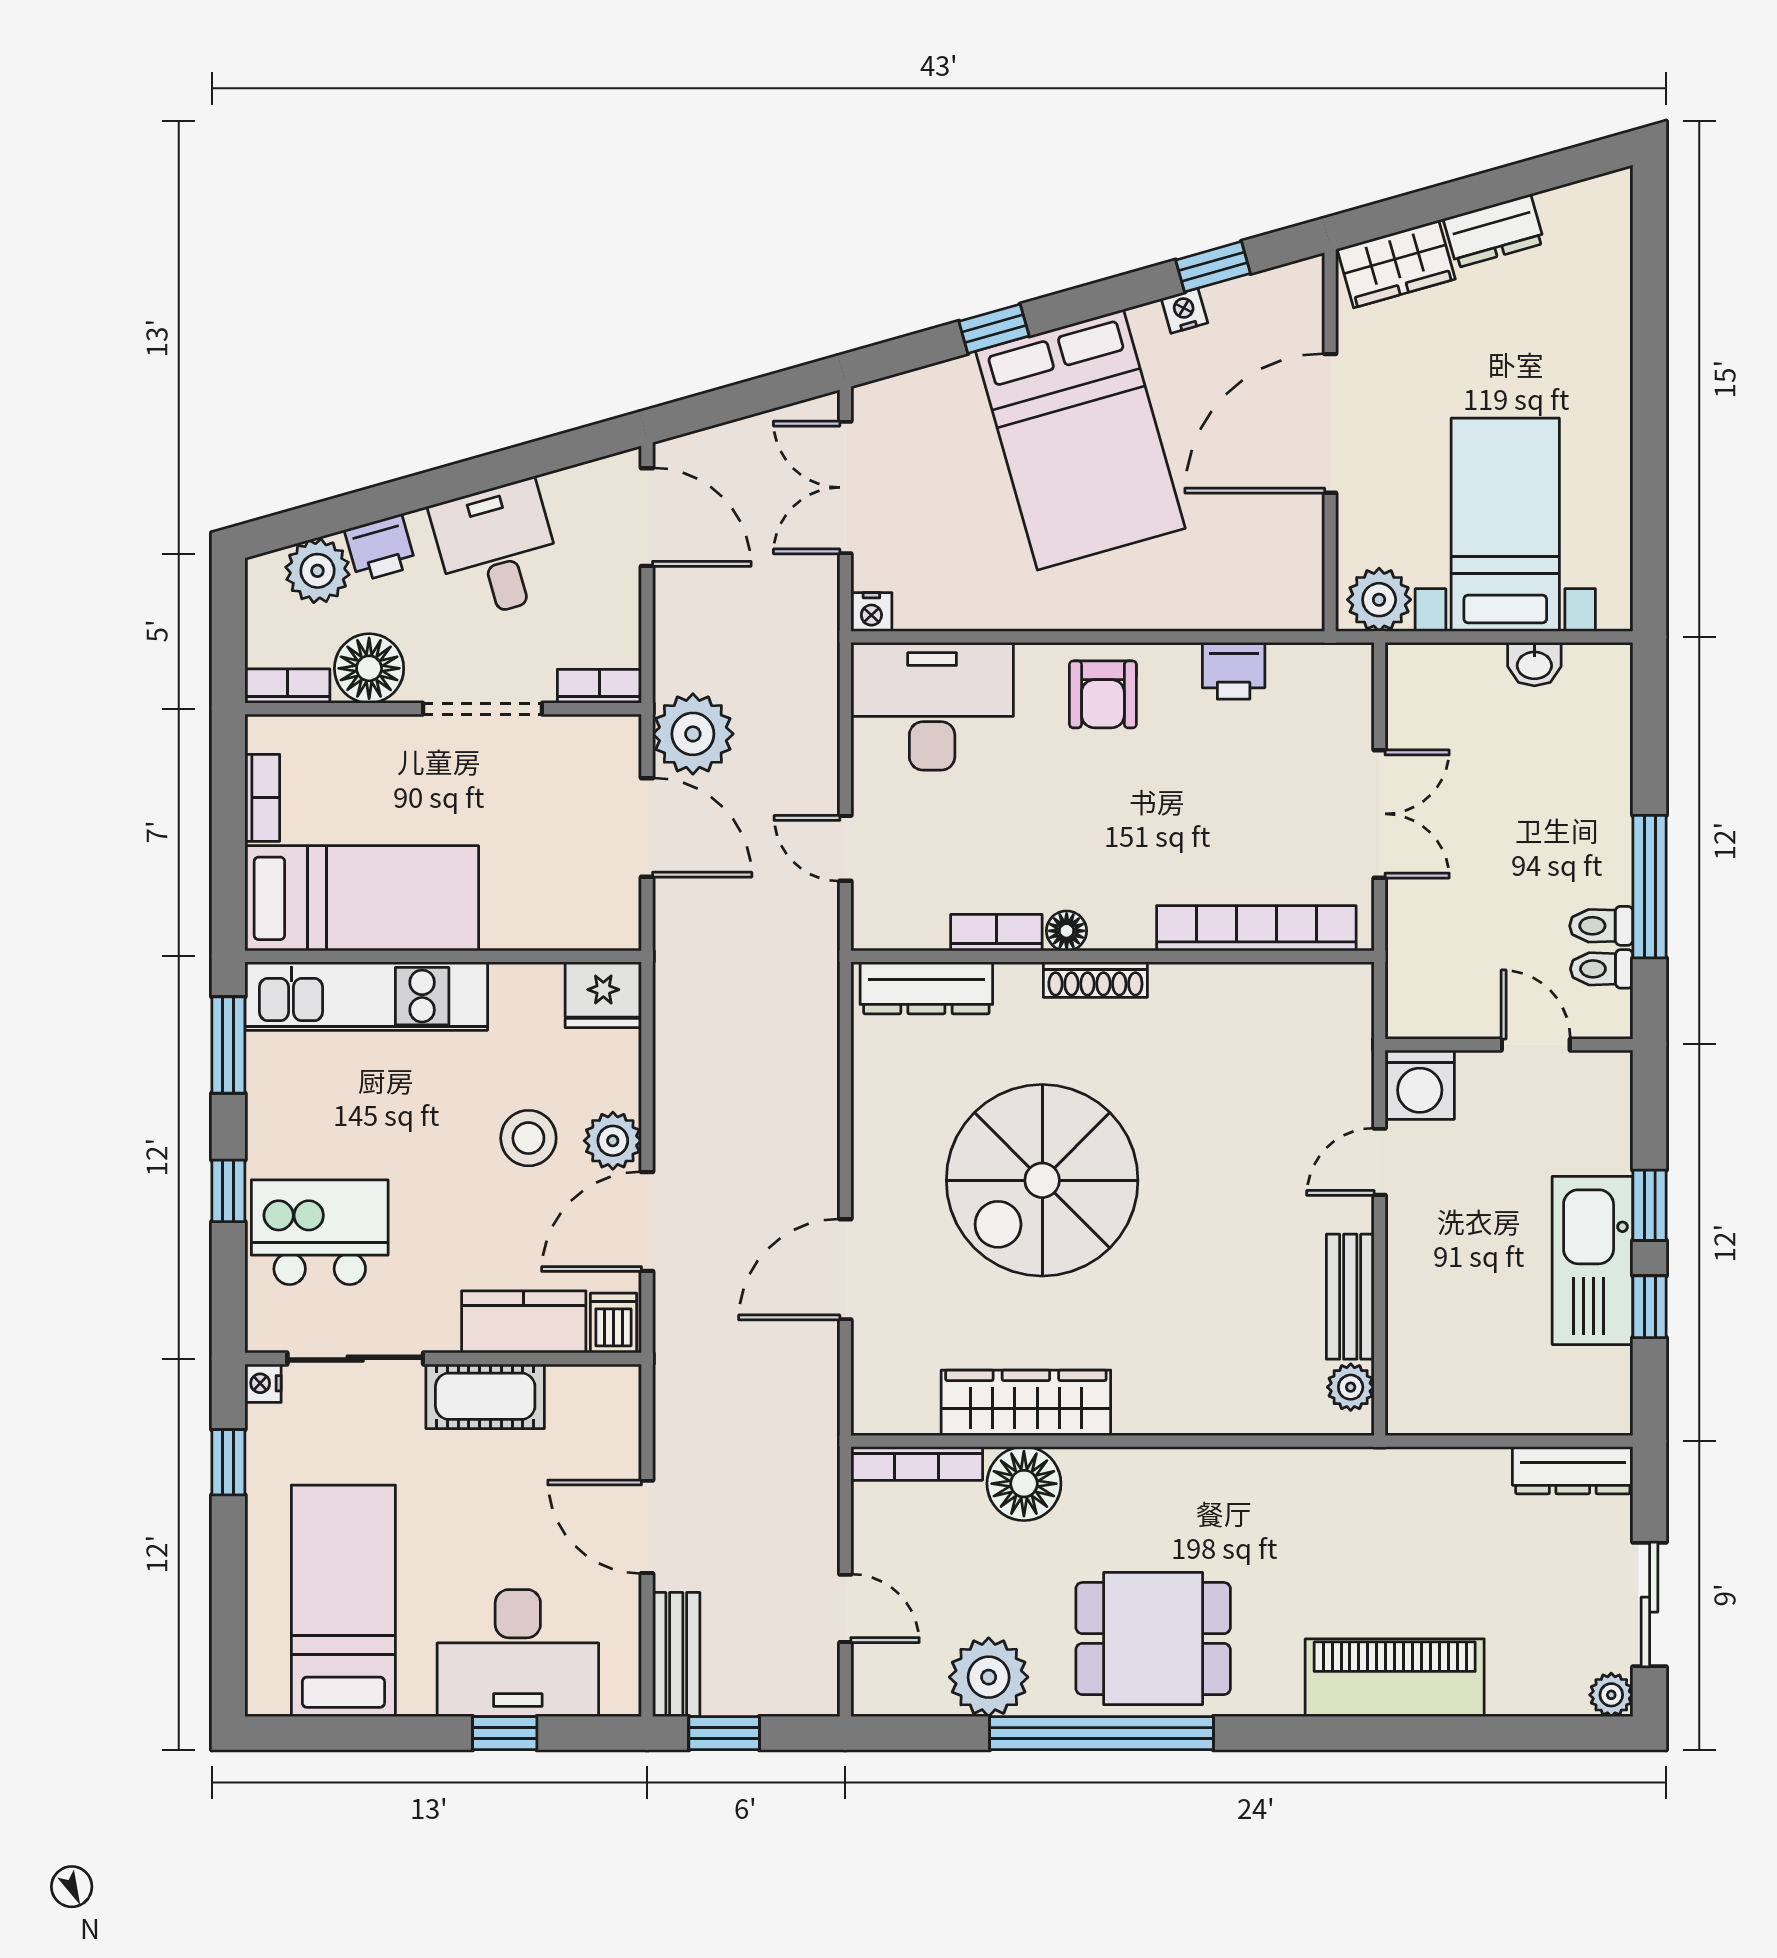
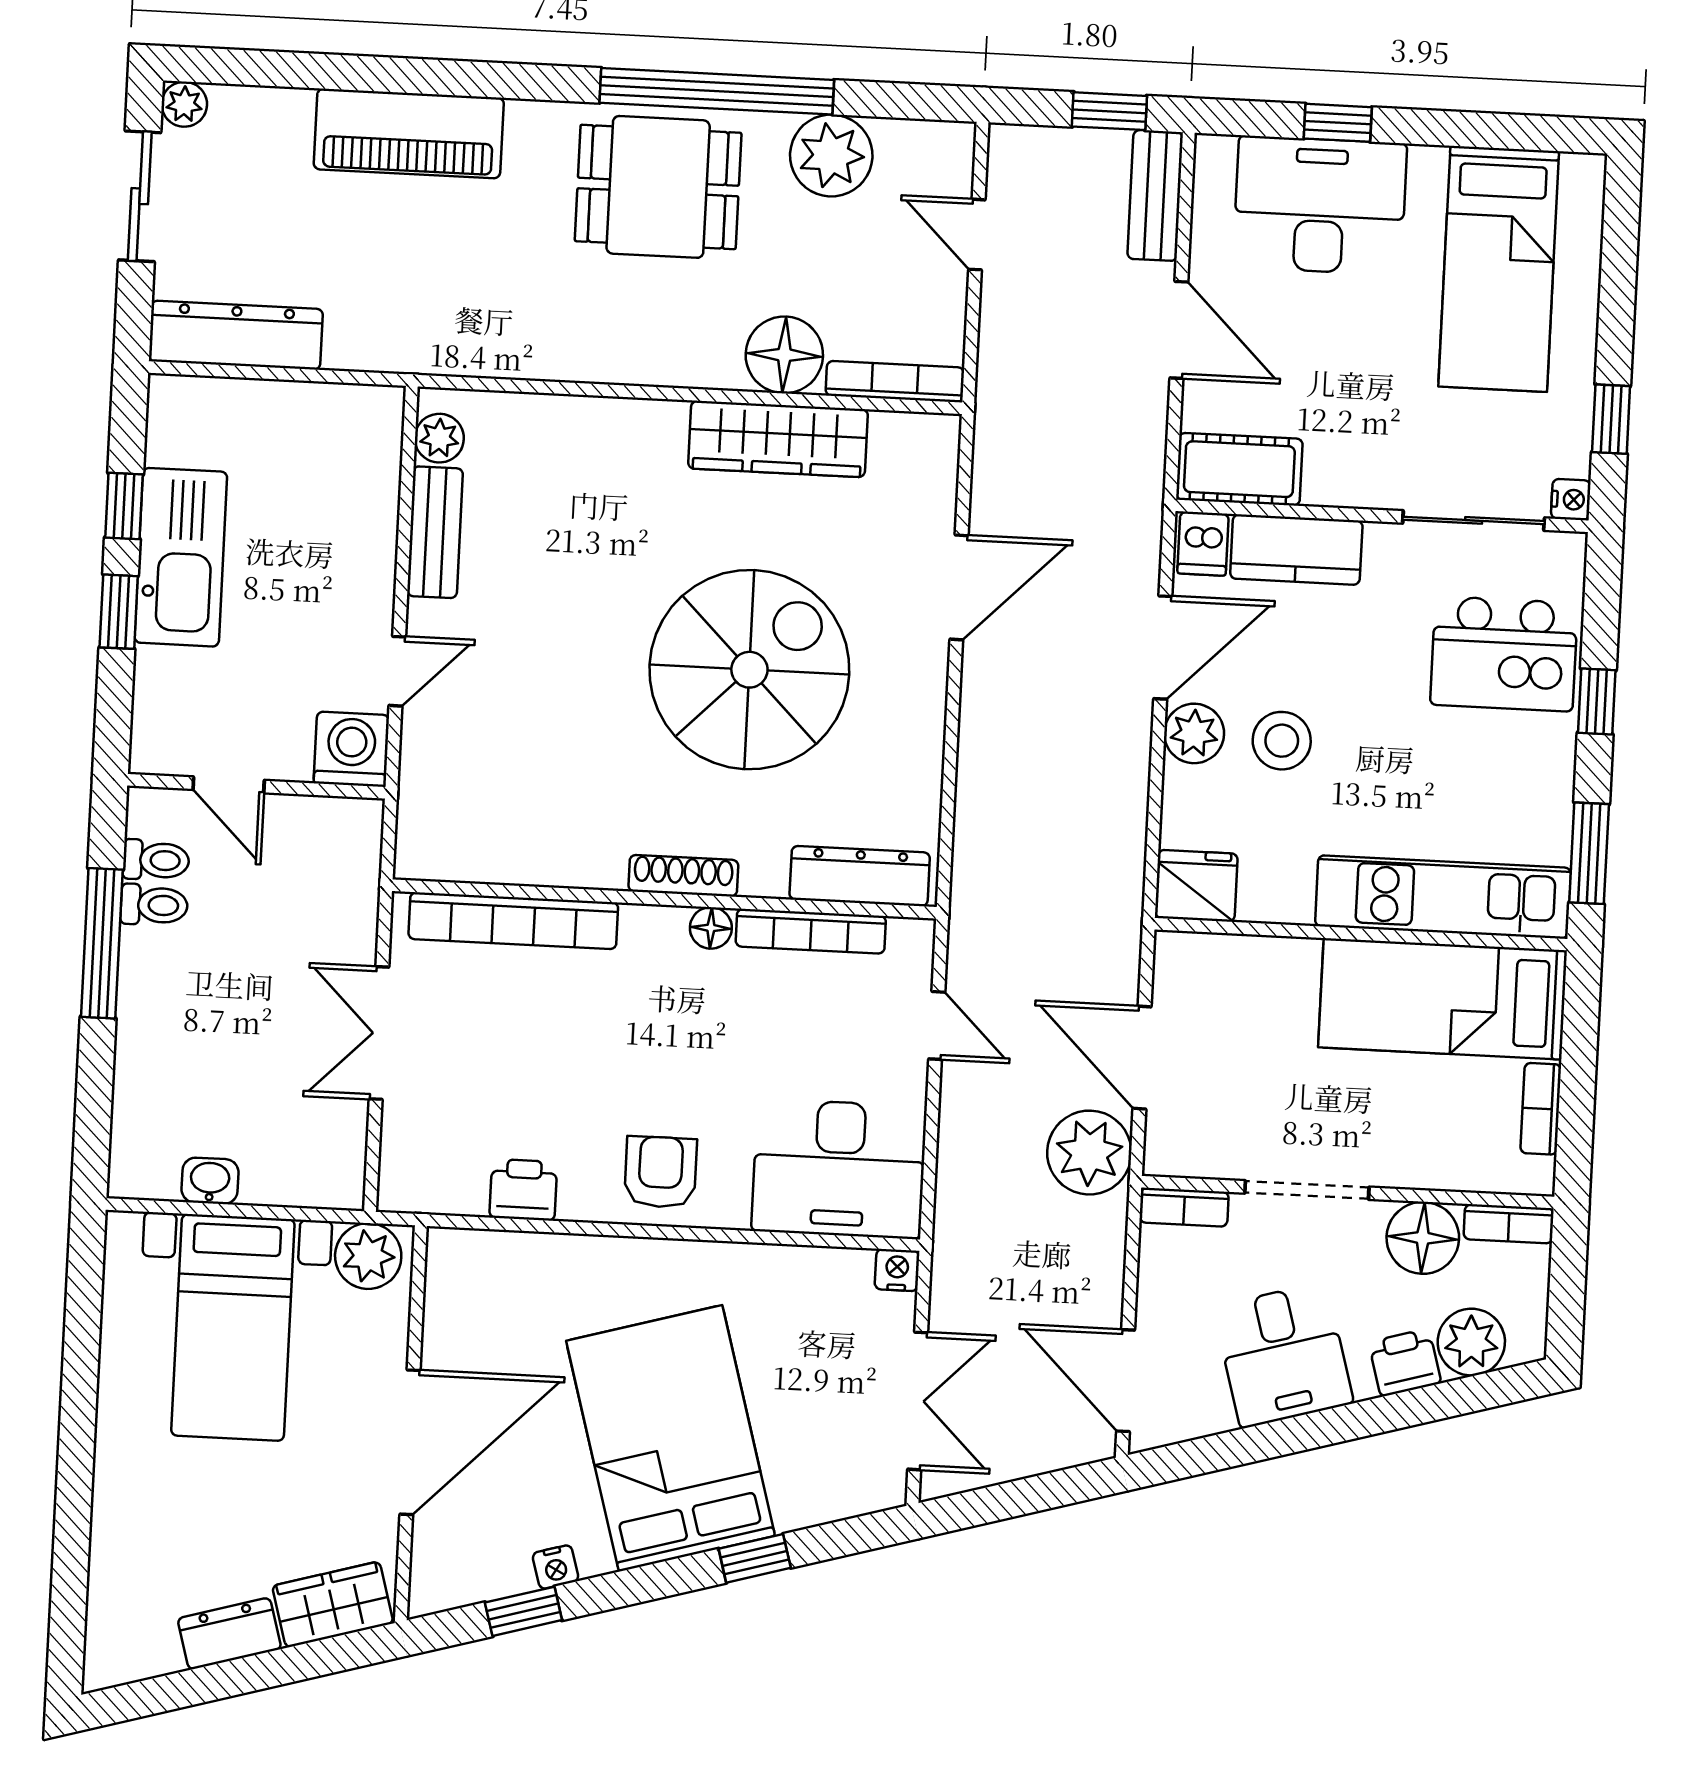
bookcase: (996, 933) -> (811, 931), width x1.56
cot: (485, 1396) -> (1239, 469), moved
dresser: (1573, 1470) -> (236, 335), width x1.37, depth x1.24

